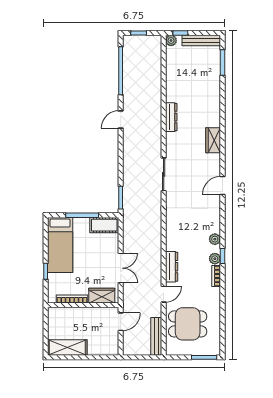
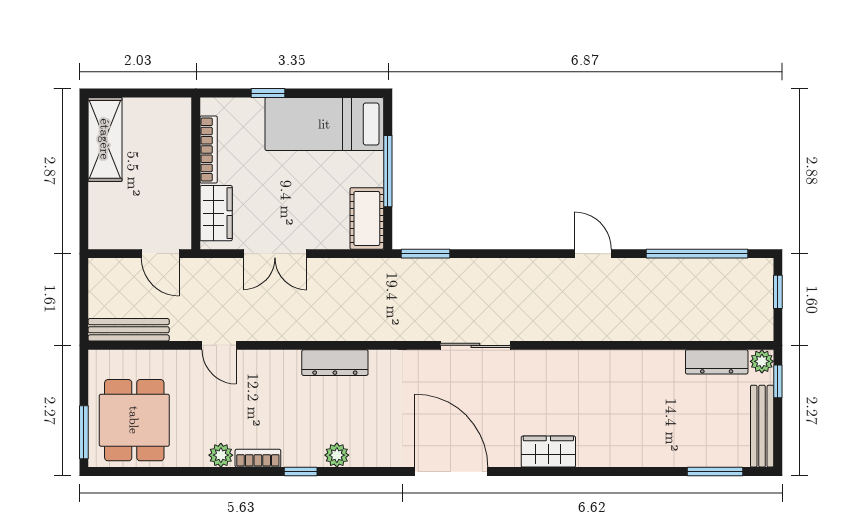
dresser: (171, 117) -> (717, 362), moved
door: (222, 186) -> (451, 472), width x1.88
plant: (215, 259) -> (221, 455), moved
dresser: (172, 267) -> (335, 363), moved
dining table: (188, 324) -> (134, 420), moved

